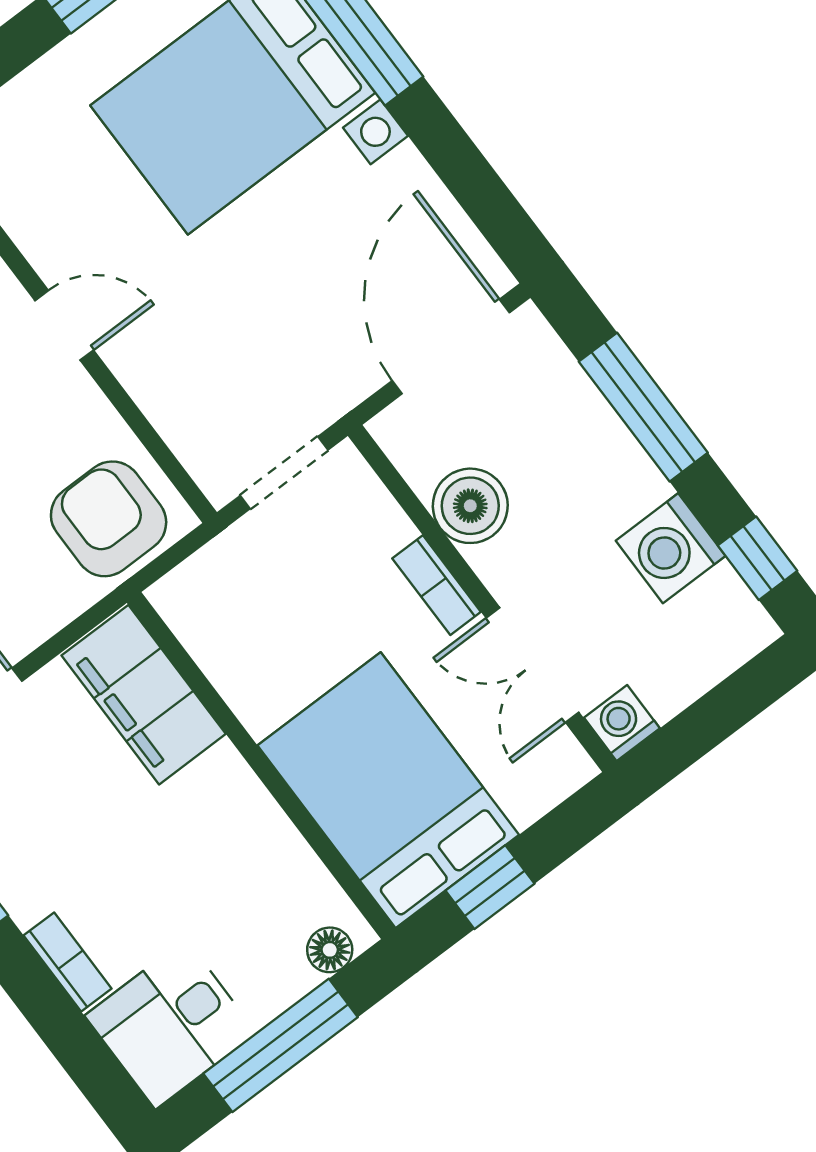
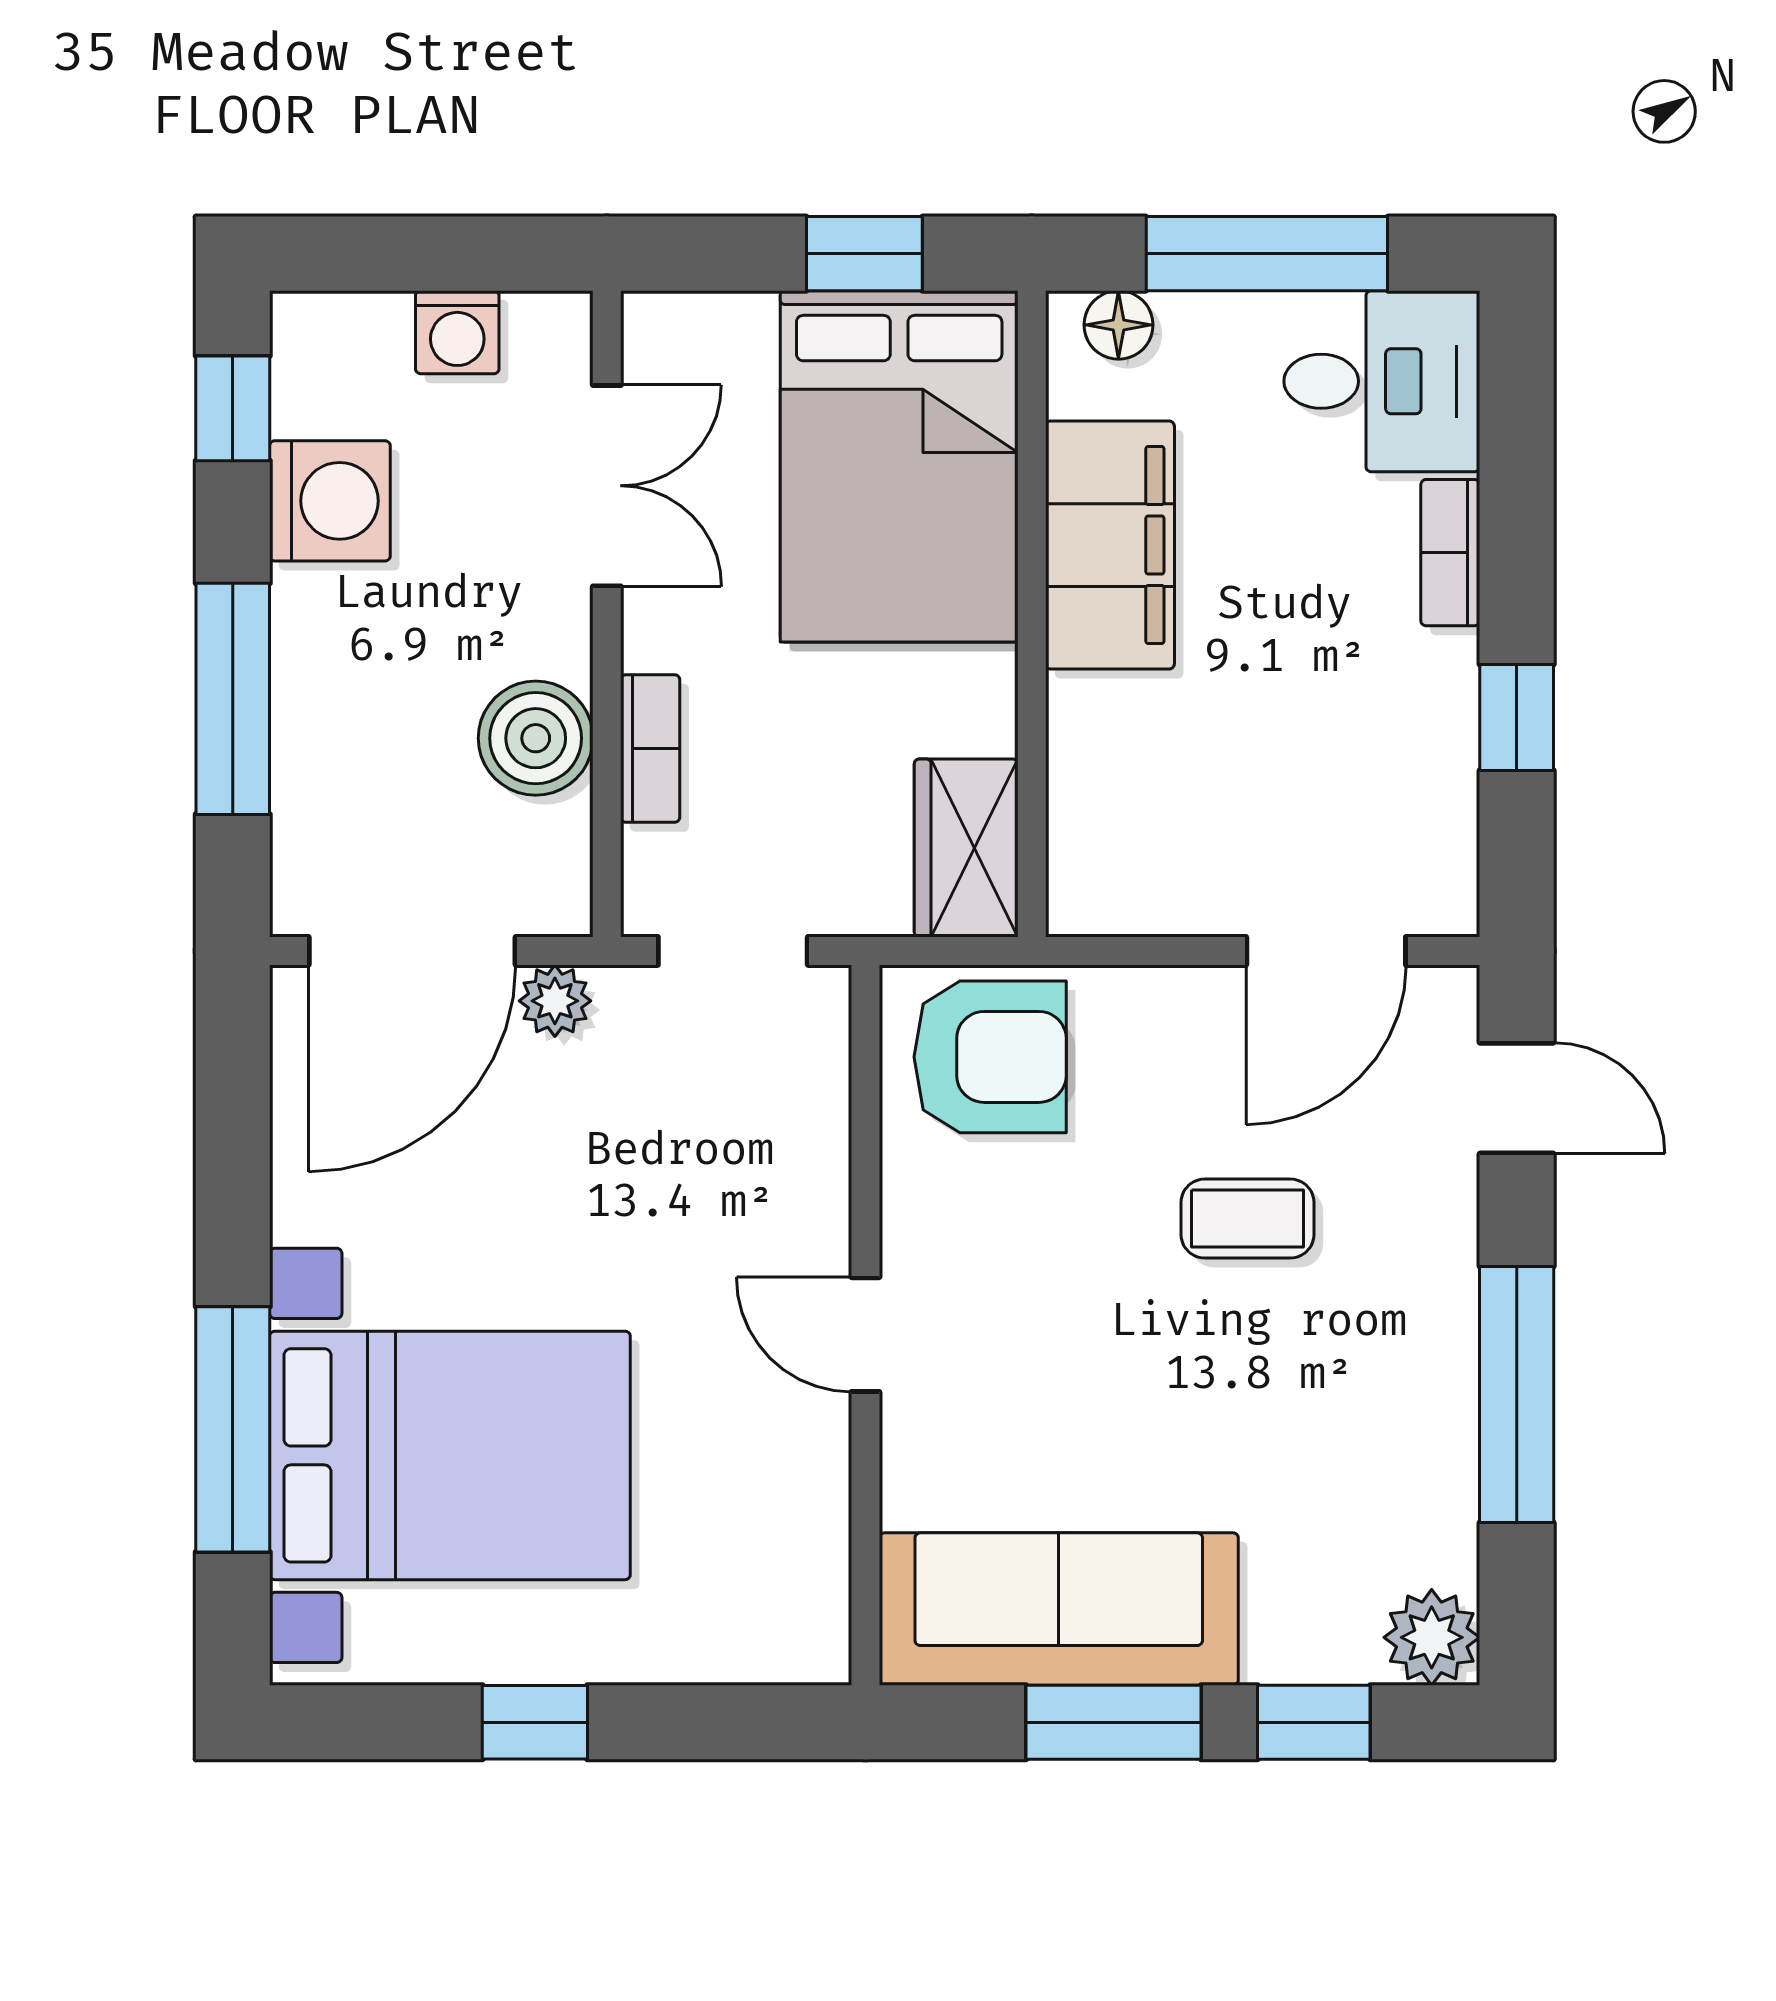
plant: (357, 377) -> (555, 1001), added
armchair: (109, 519) -> (990, 1057), turned -90
bookcase: (437, 585) -> (650, 749), moved
wardrobe: (203, 618) -> (966, 848), added
filing cabinet: (144, 695) -> (1110, 545), moved
washing machine: (622, 723) -> (457, 332), moved

